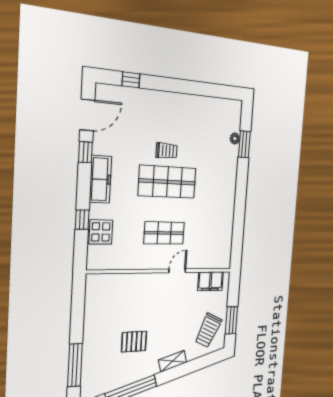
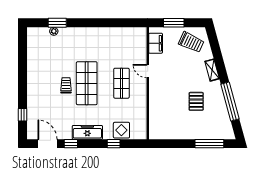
window: (231, 320) -> (174, 23), moved

